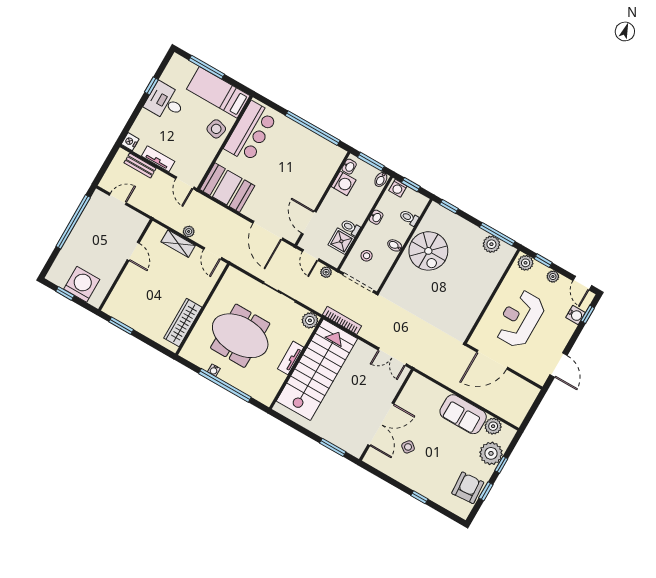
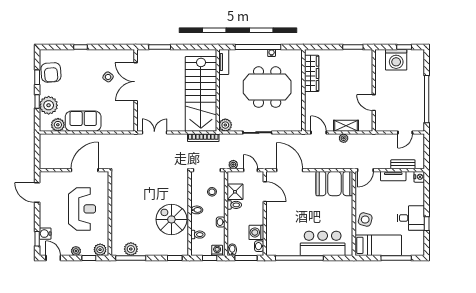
bar counter: (251, 132) -> (323, 243), moved, turned 90
door: (185, 183) -> (365, 170), swing flipped
tv unit: (291, 358) -> (224, 62), moved

